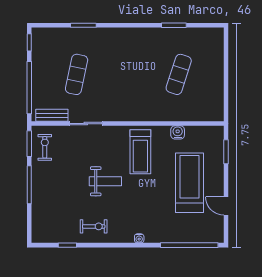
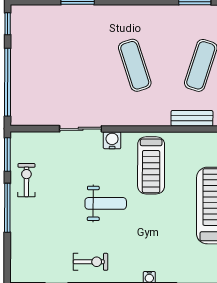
exercise mat: (77, 74) -> (135, 65), moved, turned -30
bench: (52, 115) -> (192, 118), moved
water cooler: (178, 132) -> (112, 140), moved
exercise bike: (45, 147) -> (26, 180), moved

